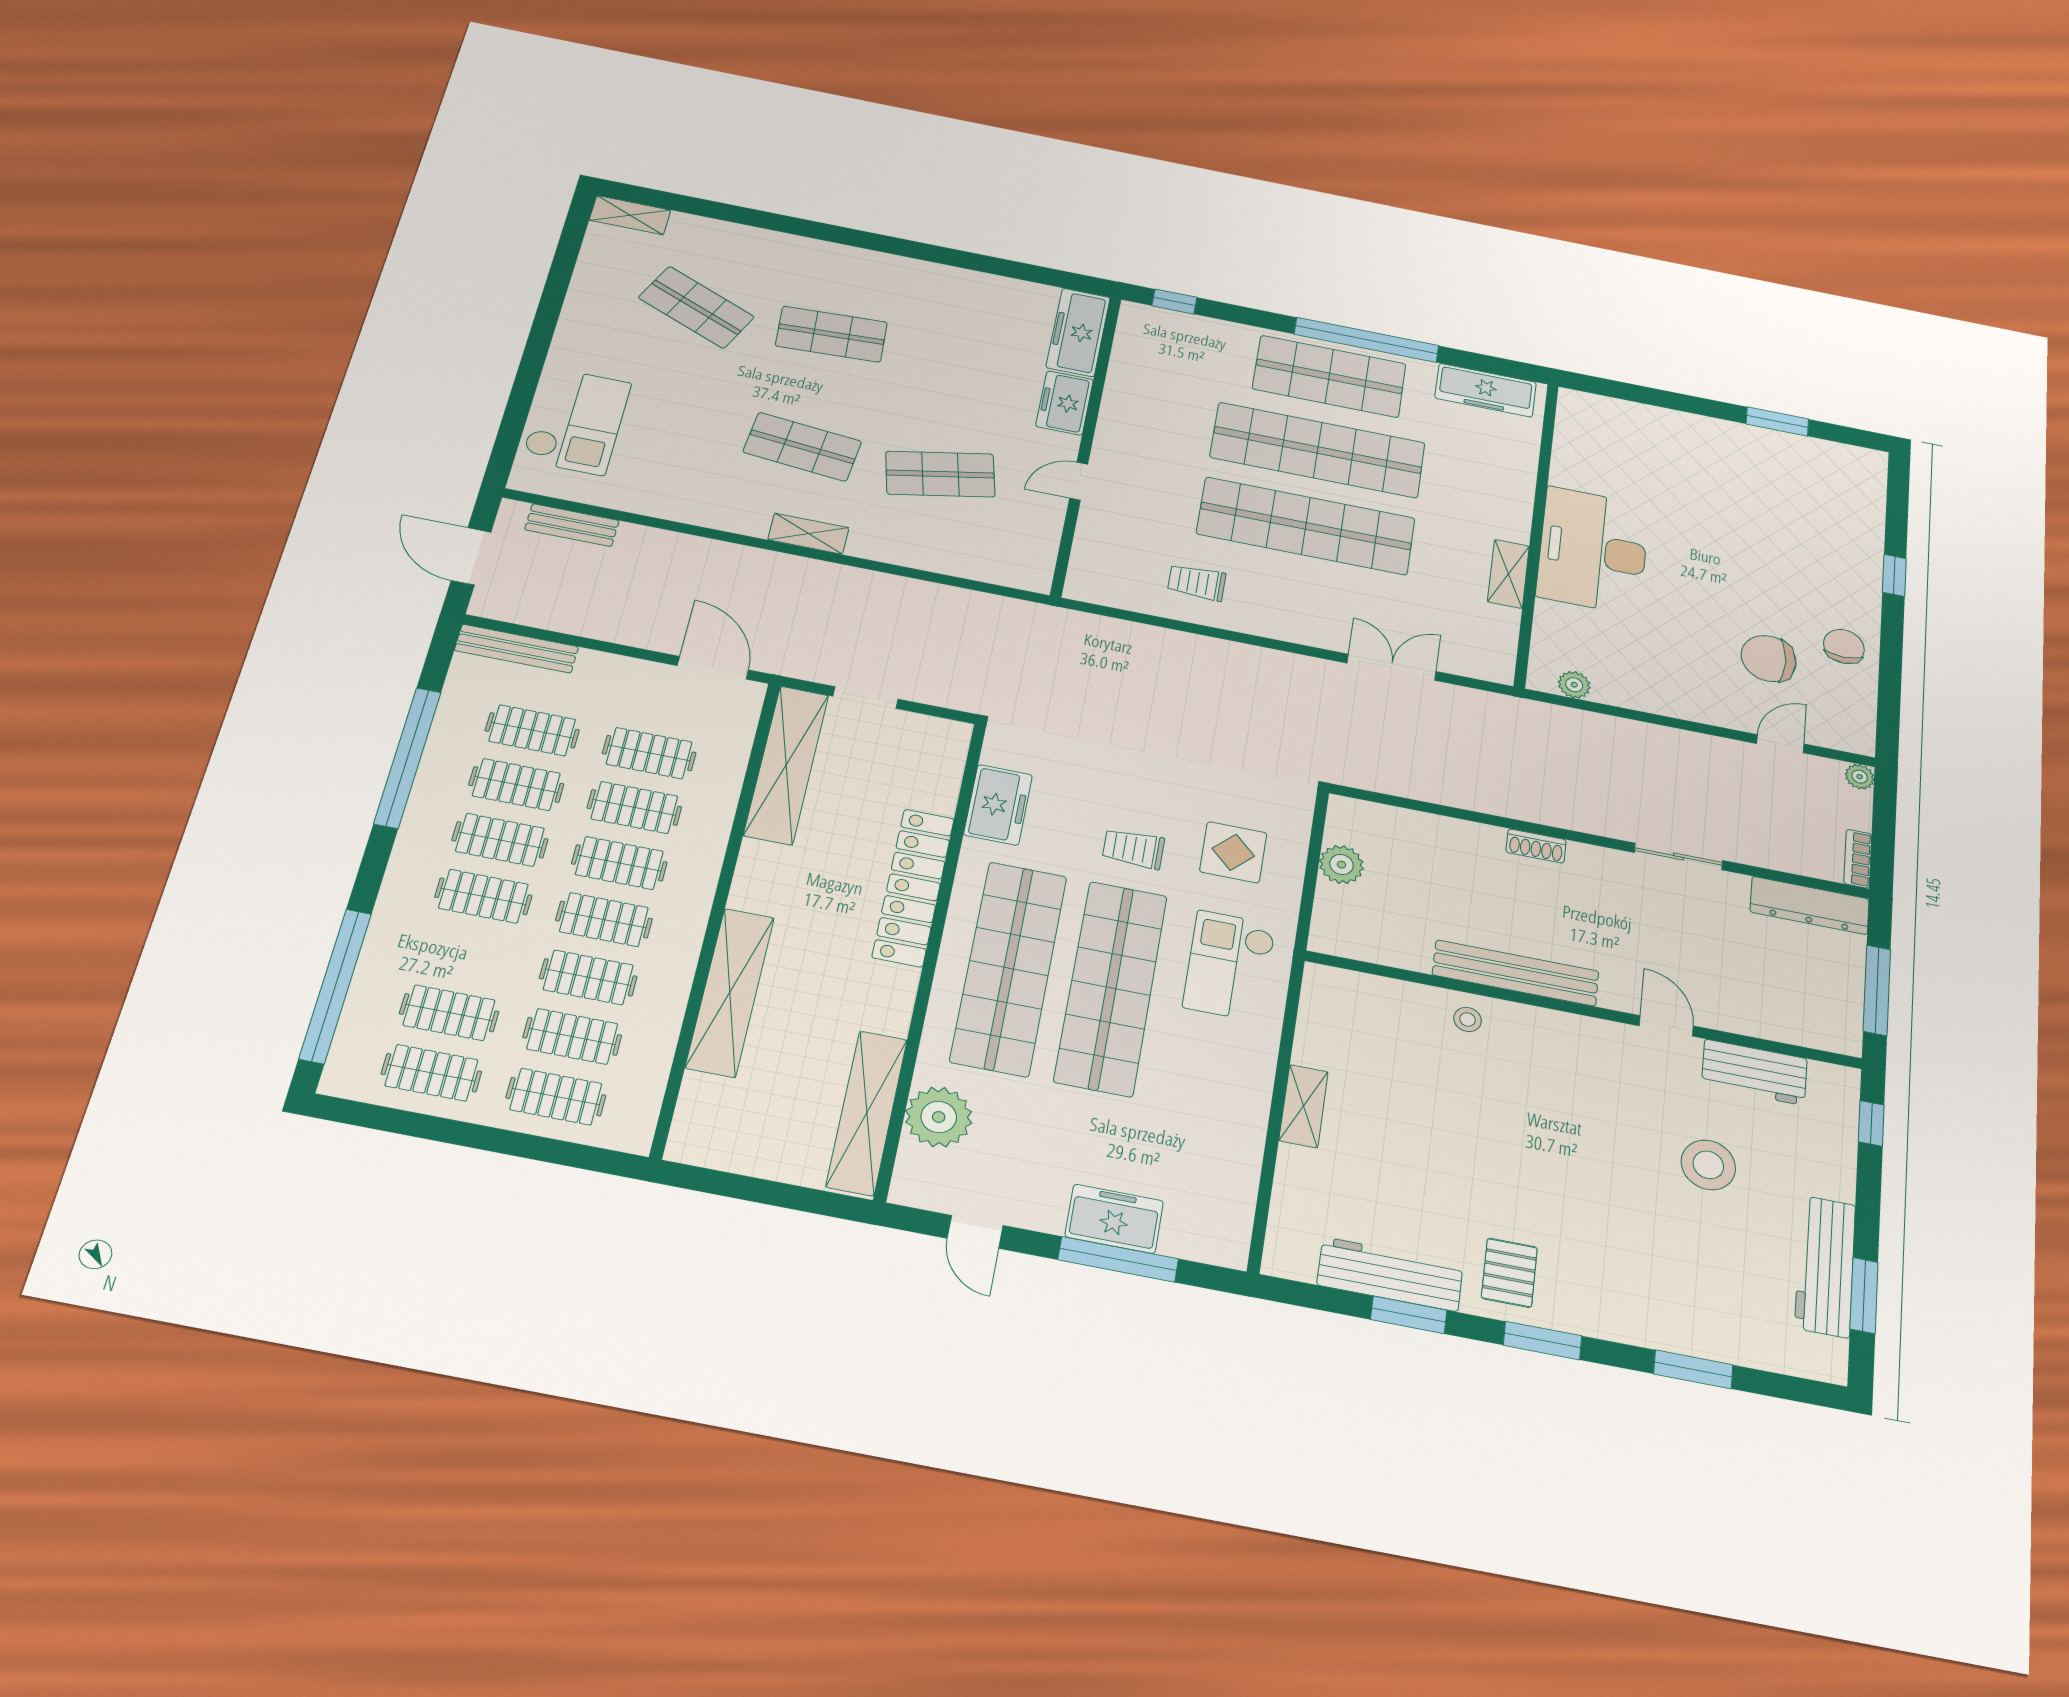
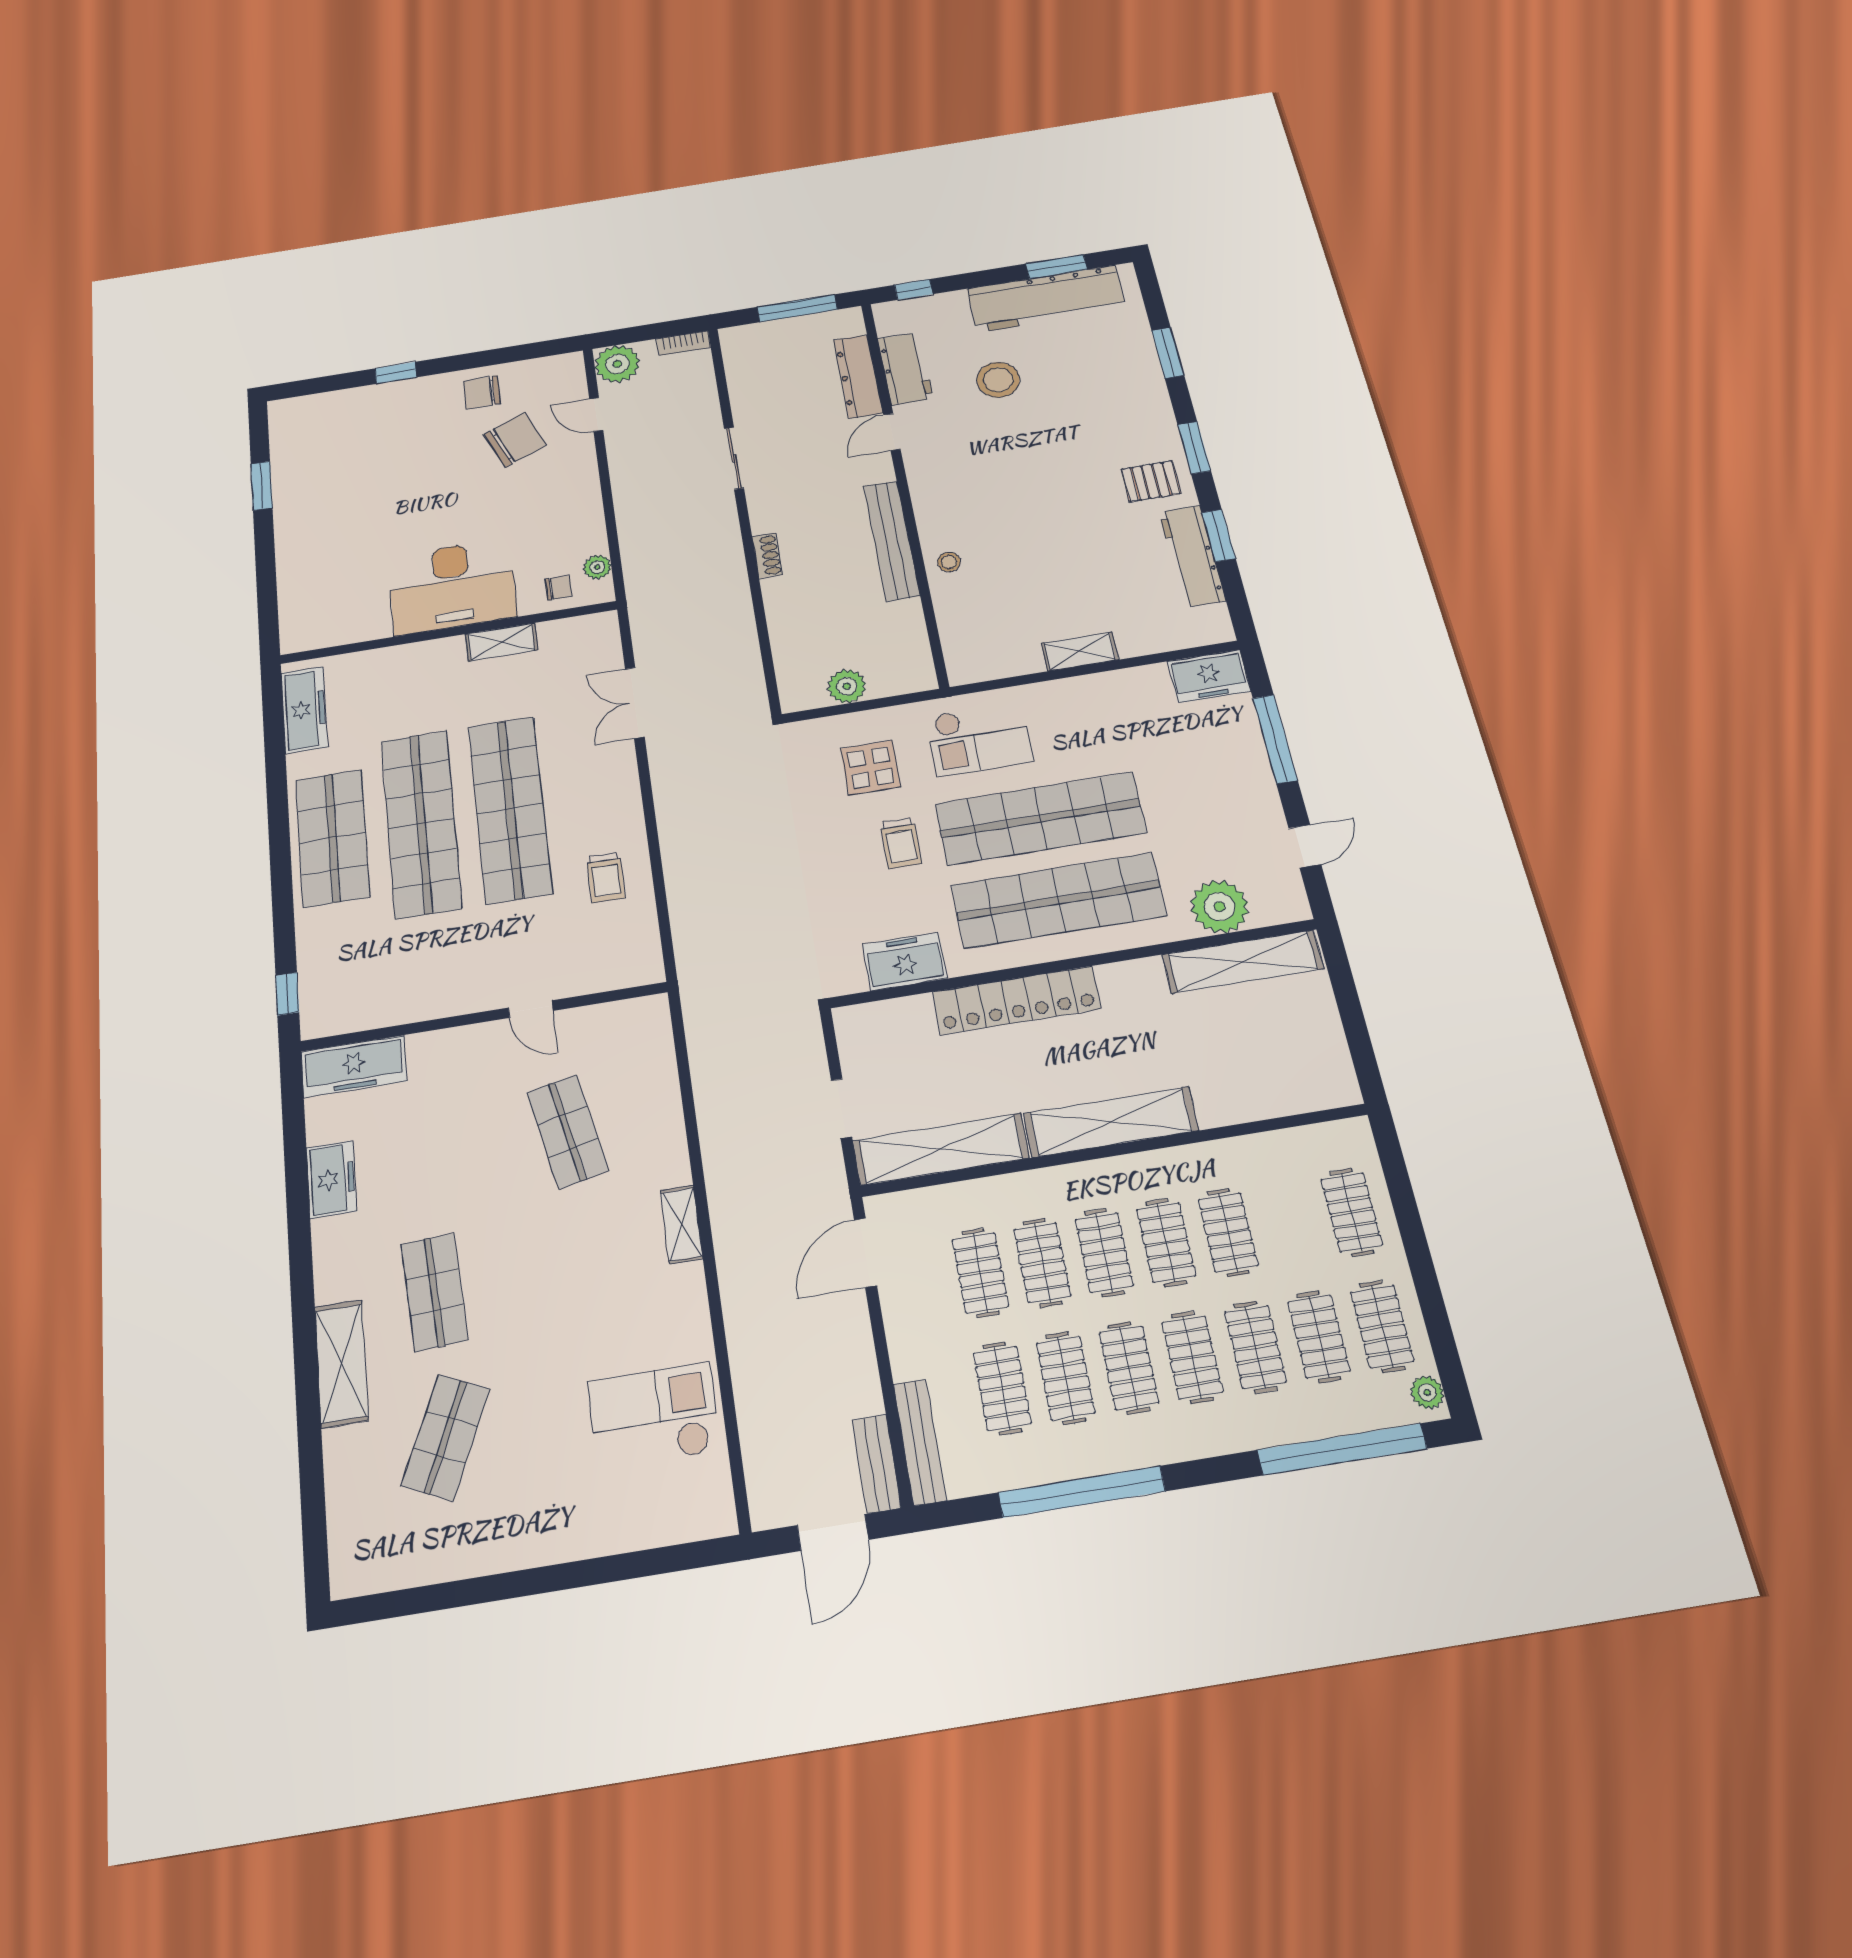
shelving: (630, 215) -> (341, 1363), moved, width x1.50, depth x1.33
window: (1366, 340) -> (278, 819), removed
freezer: (1065, 403) -> (332, 1179), moved, turned -90
checkout: (577, 421) -> (654, 1416), moved
shop shelf: (802, 447) -> (582, 1268), removed
bench: (572, 525) -> (877, 1464), moved
chair: (1560, 643) -> (558, 588), added
chair: (1769, 658) -> (515, 440), turned -113
plant: (1860, 777) -> (617, 364), width x1.88, depth x1.88
dresser: (1810, 905) -> (858, 376), moved, turned 180
shelving: (730, 992) -> (1111, 1122), moved
clothes rail: (572, 1036) -> (1255, 1347), moved
plant: (350, 1084) -> (1427, 1392), added
freezer: (1114, 1219) -> (1209, 676), moved, turned -90
workbench: (1825, 1266) -> (1046, 299), width x1.36, depth x1.32

